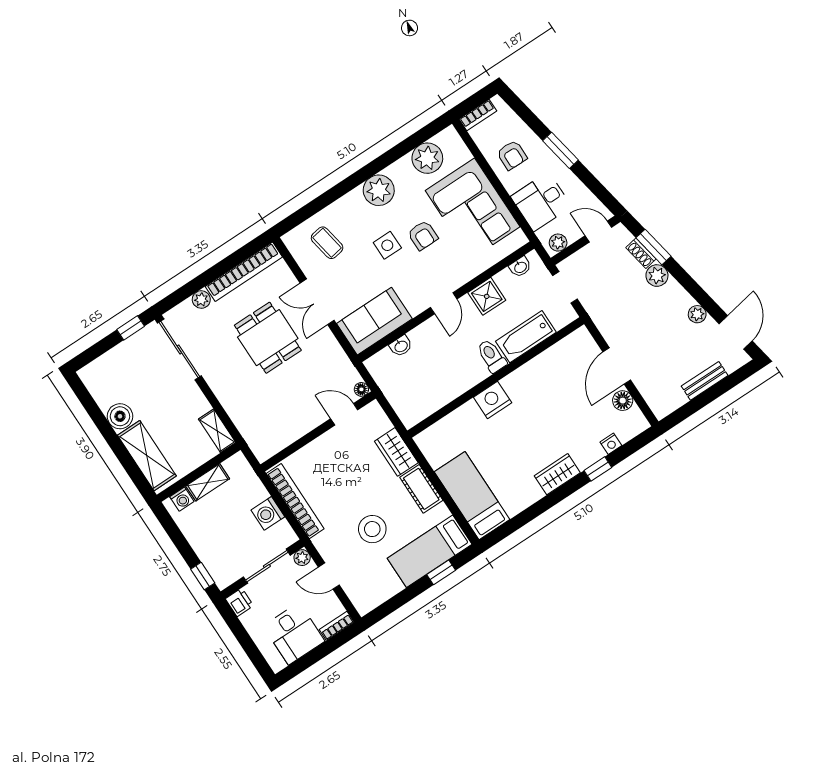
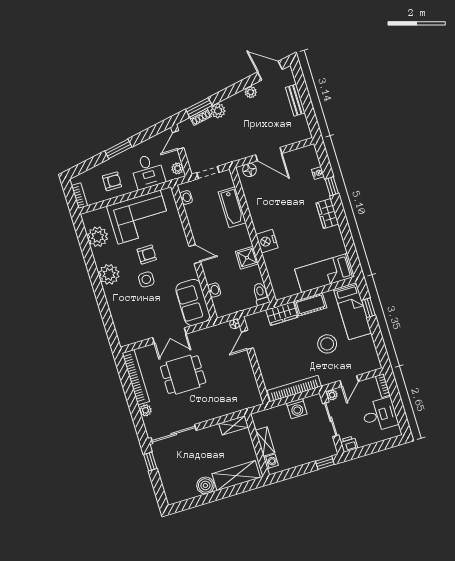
coffee table: (327, 243) -> (133, 318), removed
shower: (487, 296) -> (247, 258), moved
toilet: (492, 356) -> (261, 294), moved, turned 90
floor lamp: (623, 401) -> (250, 170), moved

